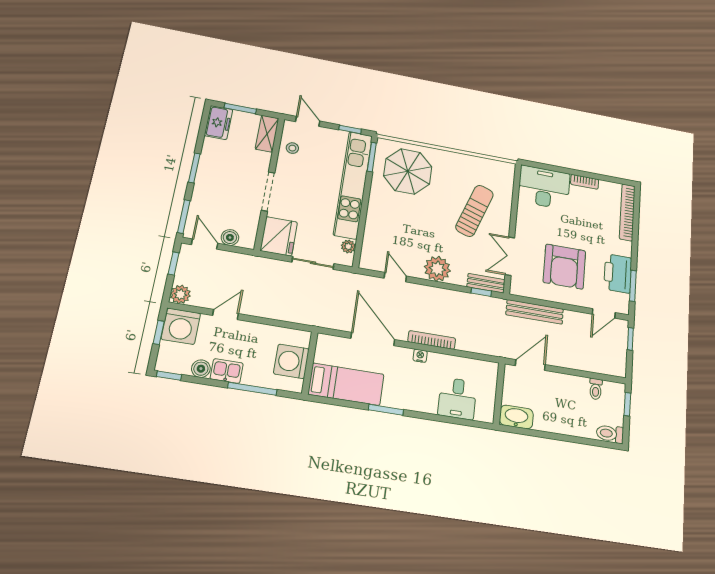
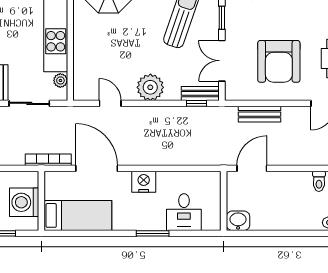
window: (514, 217) -> (222, 18), added
bench: (535, 312) -> (260, 114), width x0.73
bookcase: (432, 340) -> (48, 160), moved
nightstand: (420, 356) -> (144, 182), width x1.89, depth x1.79
window: (386, 410) -> (153, 233), moved
washbasin: (516, 417) -> (238, 221), width x0.72

